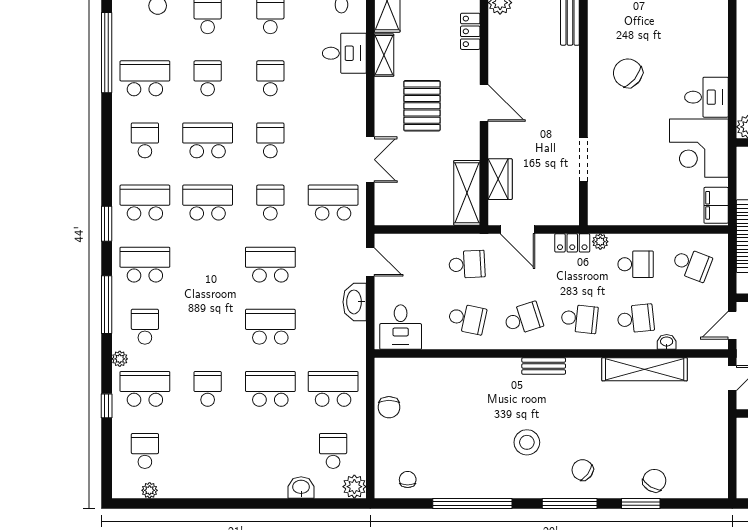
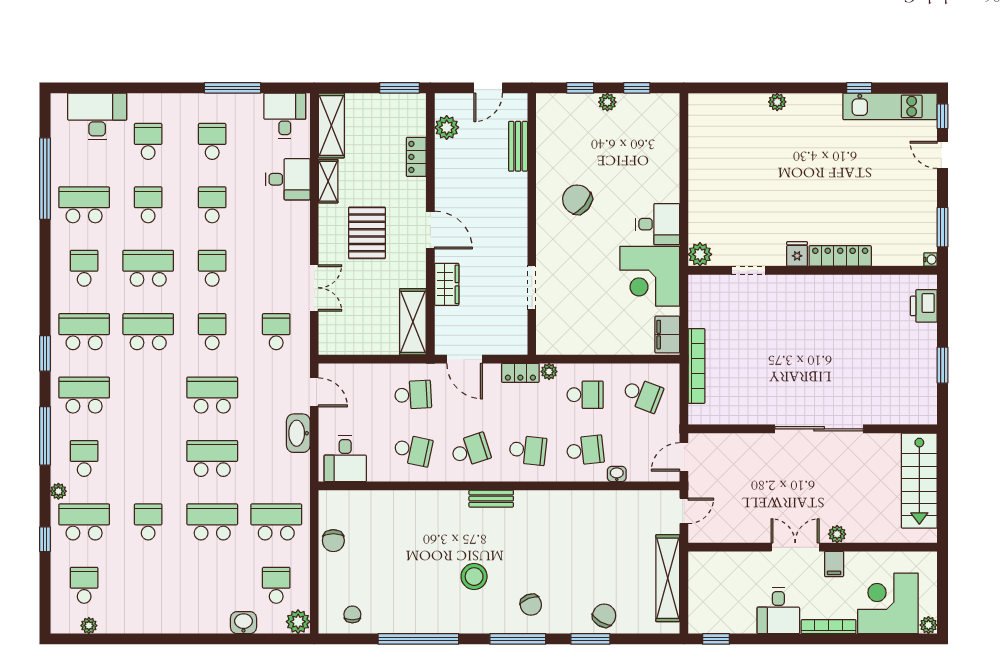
wardrobe: (500, 179) -> (447, 284), moved
school desk: (333, 203) -> (276, 332), width x0.54
shelving: (645, 369) -> (668, 578), moved, turned 90
chair: (583, 470) -> (531, 605), turned -148

